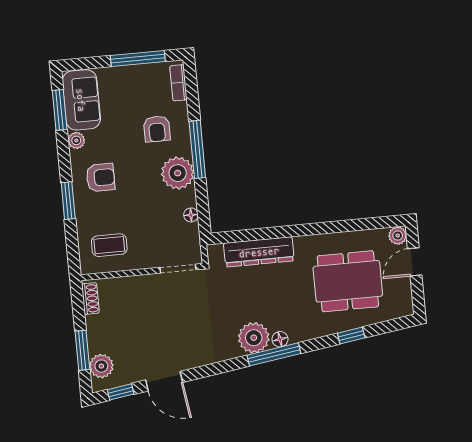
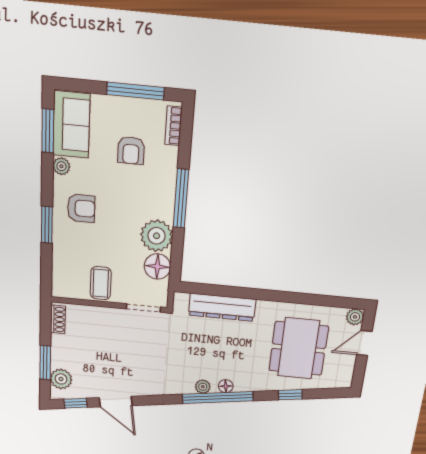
armchair: (157, 129) -> (131, 150), moved
plant: (178, 173) -> (157, 236), moved
floor lamp: (191, 215) -> (157, 266), width x1.89, depth x1.89
coffee table: (109, 245) -> (101, 283), moved, turned 90
dining table: (348, 281) -> (299, 349), turned 90
plant: (254, 338) -> (203, 387), width x0.53, depth x0.53
window: (274, 354) -> (218, 398), width x1.46

